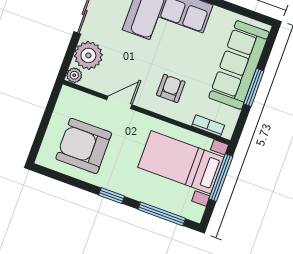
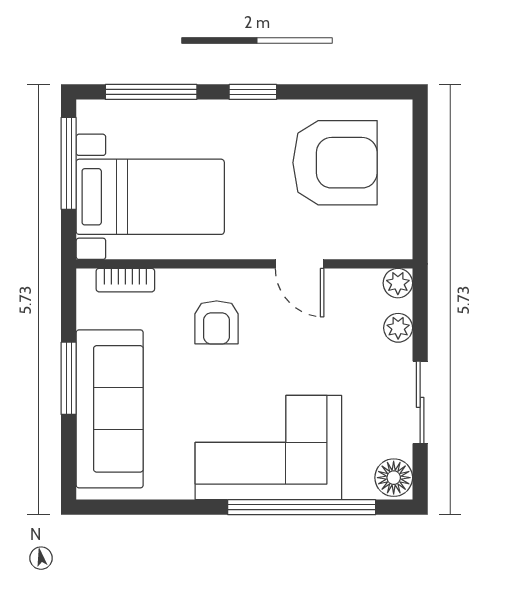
plant: (88, 55) -> (398, 328), width x0.53, depth x0.53
door: (119, 102) -> (300, 264), hinge flipped
window: (221, 178) -> (69, 163), moved

